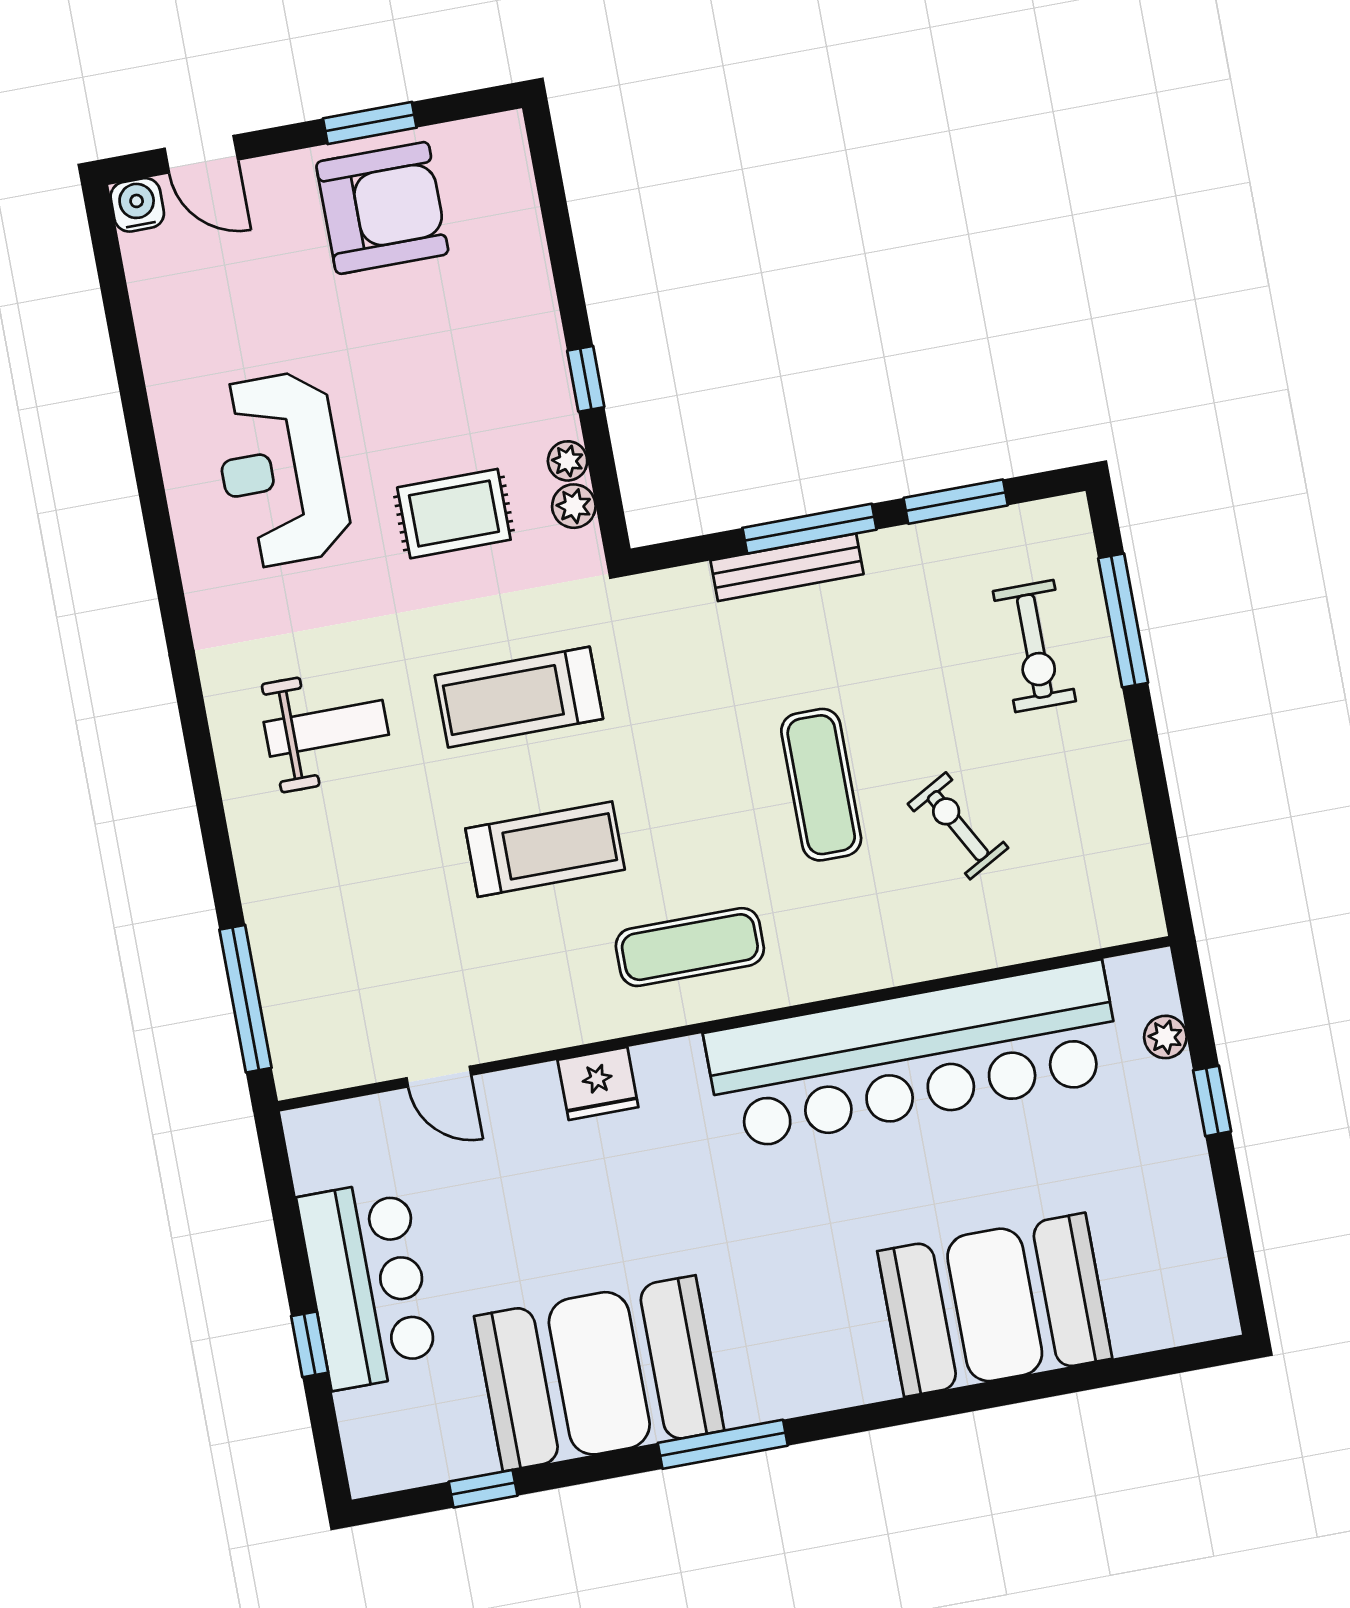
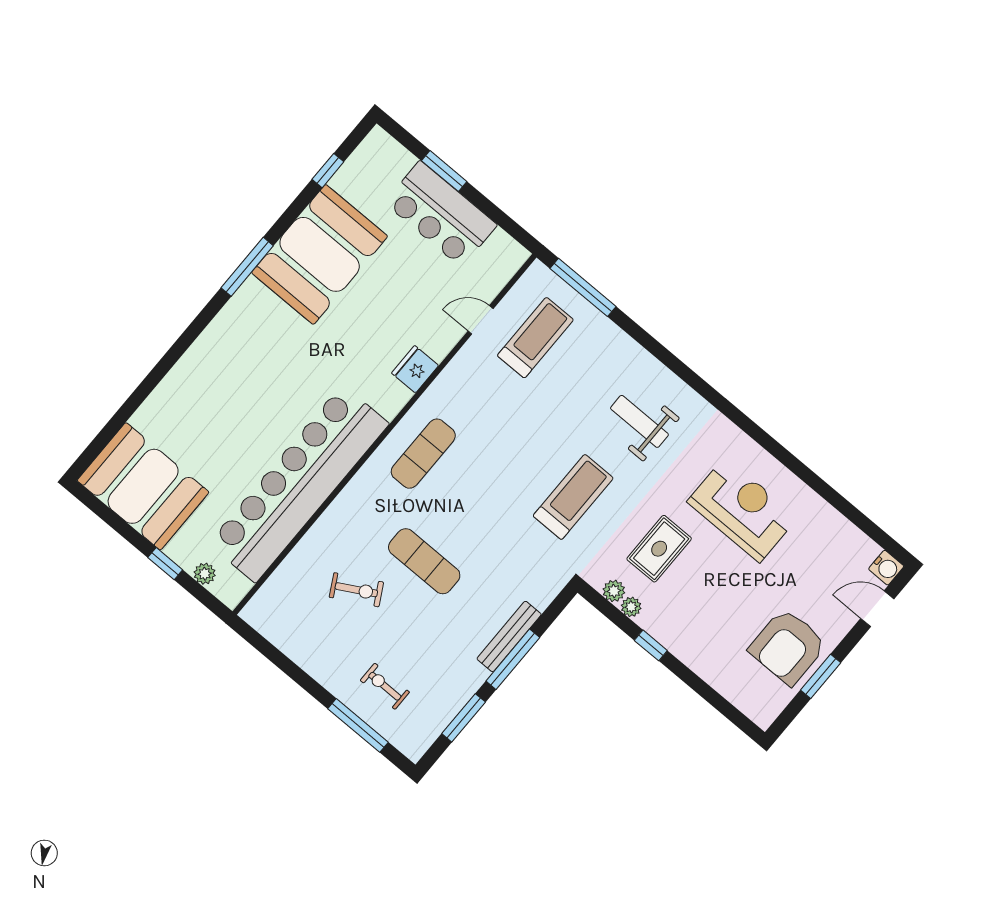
exercise bike: (1034, 646) -> (385, 686), width x0.73, depth x0.72
weight bench: (326, 728) -> (639, 421), turned 90
treadmill: (545, 849) -> (535, 338), moved, turned 180
booth: (995, 1305) -> (143, 486), moved, turned 90
window: (310, 1344) -> (444, 171), width x1.50

